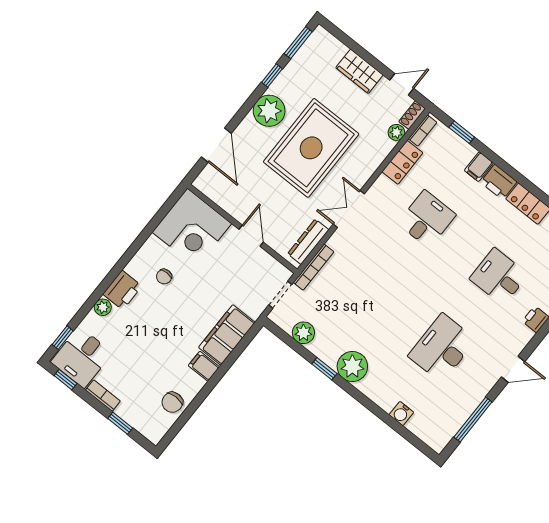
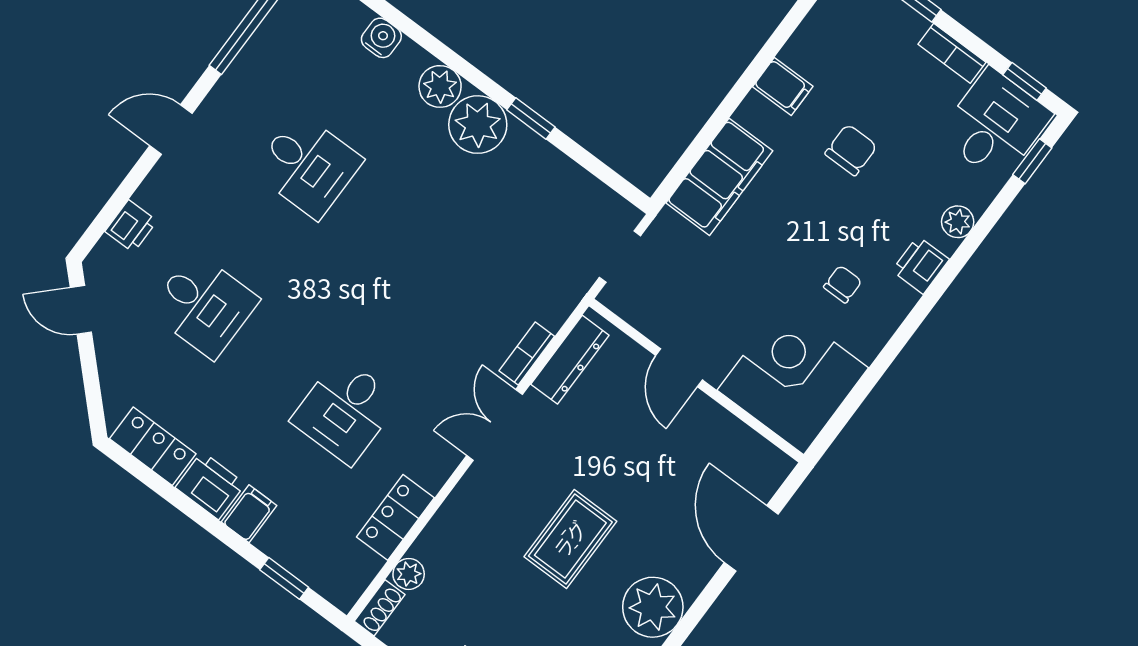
bookcase: (423, 130) -> (359, 579), removed
rug: (311, 148) -> (570, 539), width x0.54, depth x0.49
double door: (349, 209) -> (495, 425), swing flipped
bookcase: (314, 267) -> (527, 354), moved, width x0.64
printer: (122, 290) -> (920, 265), width x0.73, depth x0.81
plant: (303, 333) -> (440, 86), moved
desk: (442, 348) -> (308, 166), width x0.73
filing cabinet: (204, 366) -> (783, 87), moved
chair: (172, 402) -> (851, 150), moved

